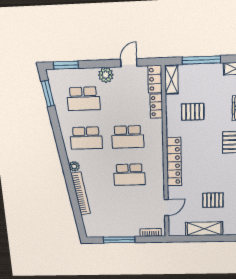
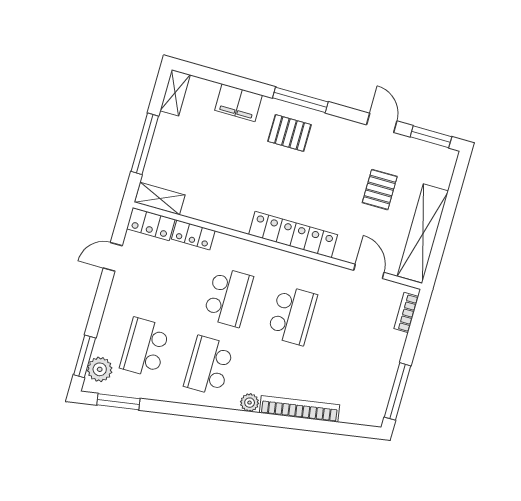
door: (129, 63) -> (113, 257), hinge flipped
plant: (106, 75) -> (100, 369), moved
school desk: (83, 99) -> (145, 348), turned 180
pallet: (193, 112) -> (221, 180), removed
school desk: (86, 138) -> (209, 366), turned 180
shelving: (204, 229) -> (423, 233), width x1.47
window: (119, 240) -> (398, 391), moved

